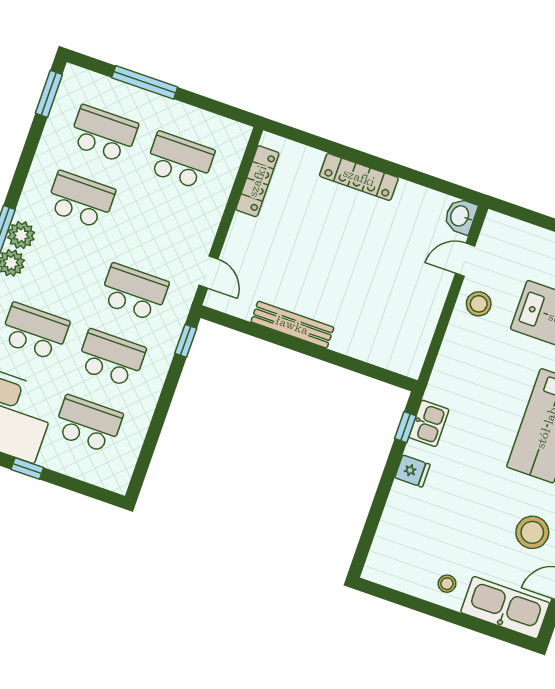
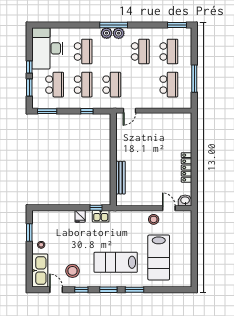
window: (145, 82) -> (194, 79), moved
locker: (359, 177) -> (187, 167), moved
locker: (257, 181) -> (171, 117), removed
bench: (292, 325) -> (120, 178), moved
window: (186, 341) -> (87, 111), moved
window: (143, 463) -> (47, 111), added
window: (74, 485) -> (29, 88), added
window: (409, 601) -> (29, 232), added

